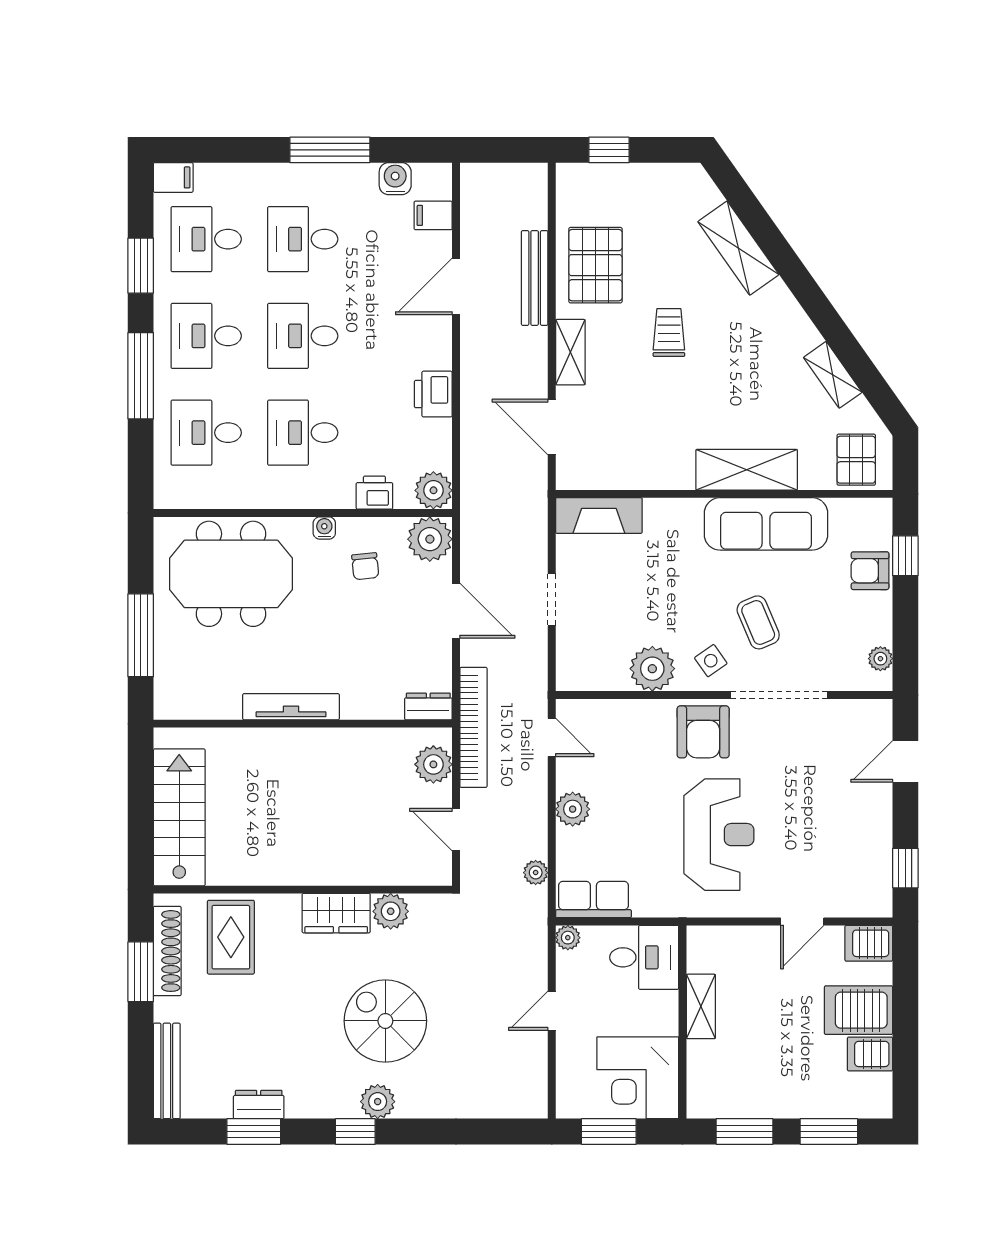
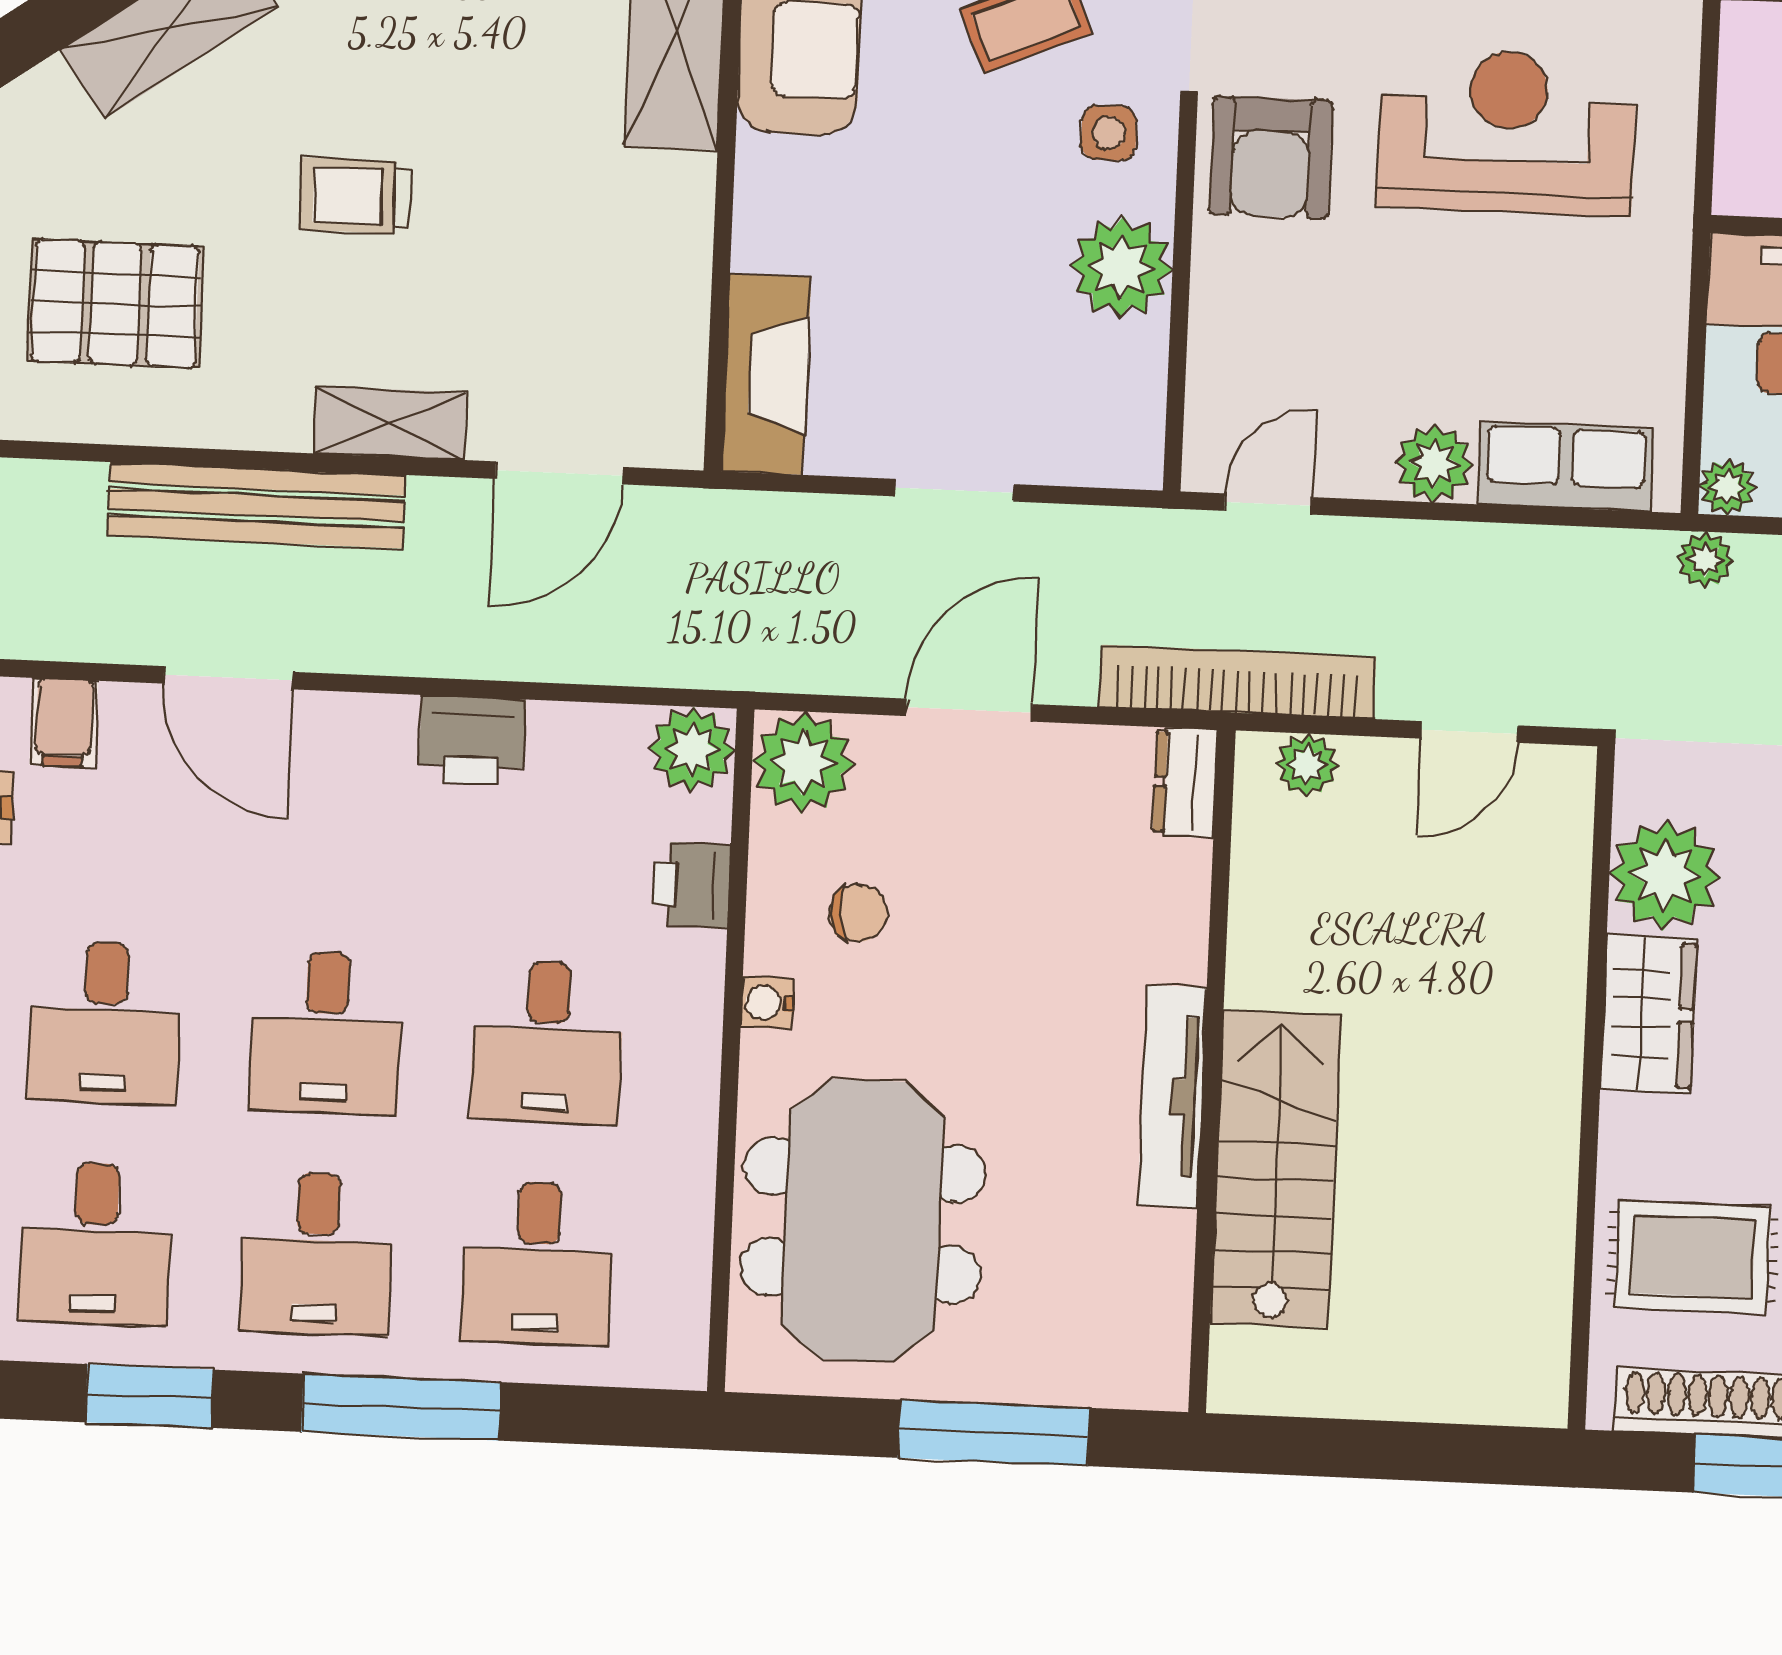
pallet: (595, 265) -> (115, 304), moved
bench: (535, 278) -> (256, 505), width x1.37, depth x1.21
side table: (711, 661) -> (1109, 133), turned 35
armchair: (703, 732) -> (1271, 157), turned 90
plant: (433, 764) -> (1307, 765), width x0.73, depth x0.73
stairs: (179, 817) -> (1276, 1169), moved, turned 90
plant: (536, 873) -> (1705, 560), moved
row of seats: (593, 900) -> (1566, 467), moved, turned 90
plant: (391, 911) -> (1665, 875), width x1.36, depth x1.36

